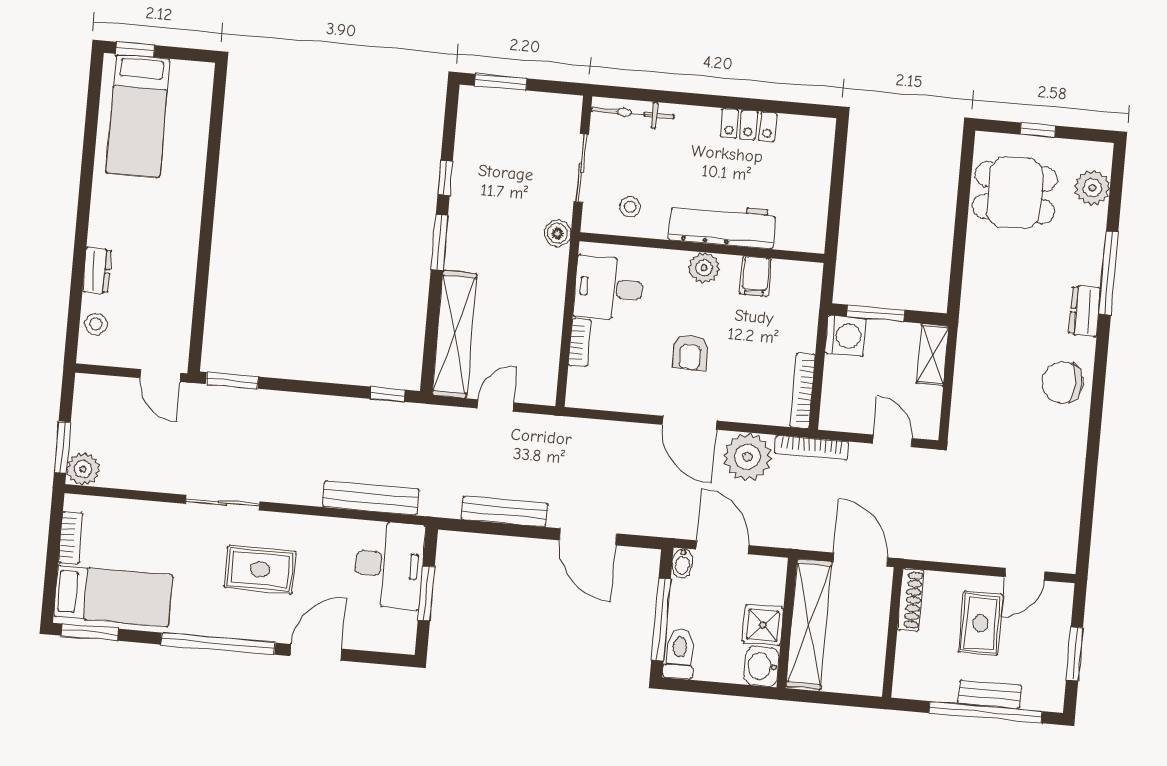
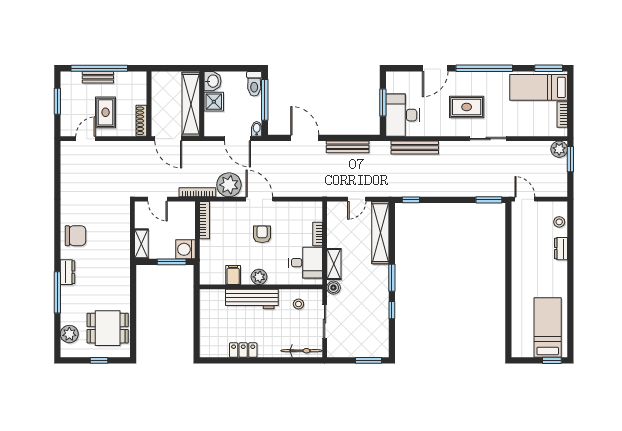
shelving: (552, 280) -> (334, 264), added

